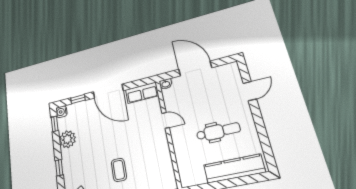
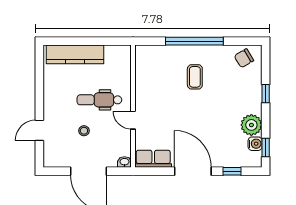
stool: (208, 101) -> (84, 131), added
water cooler: (62, 112) -> (255, 144), moved
dental chair: (218, 131) -> (99, 100), moved

